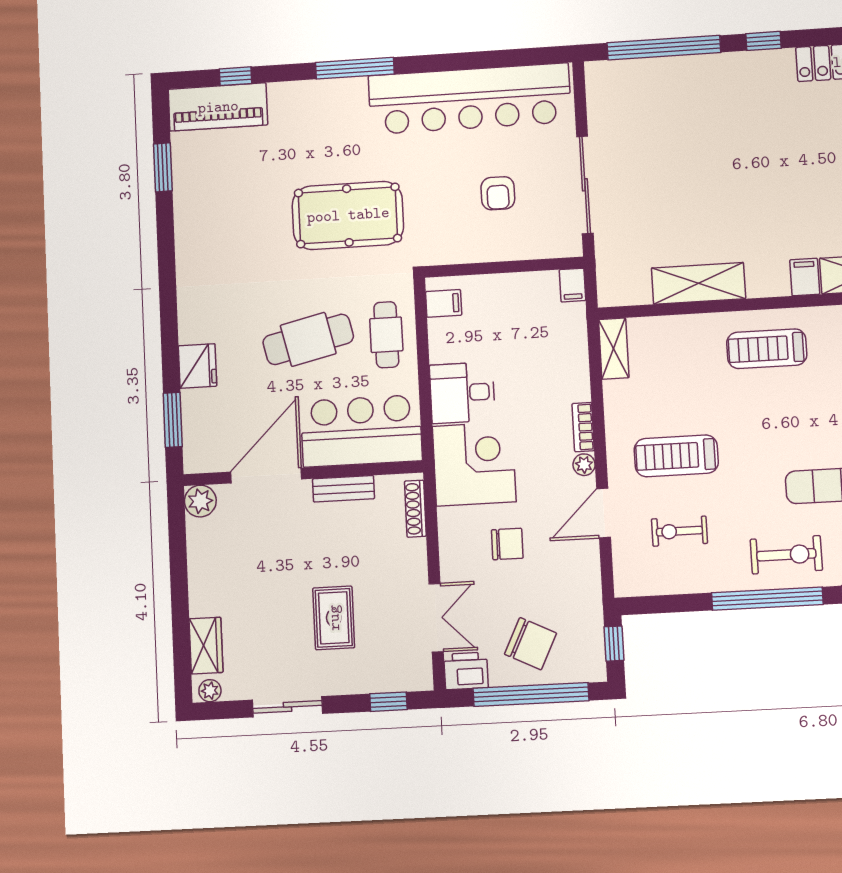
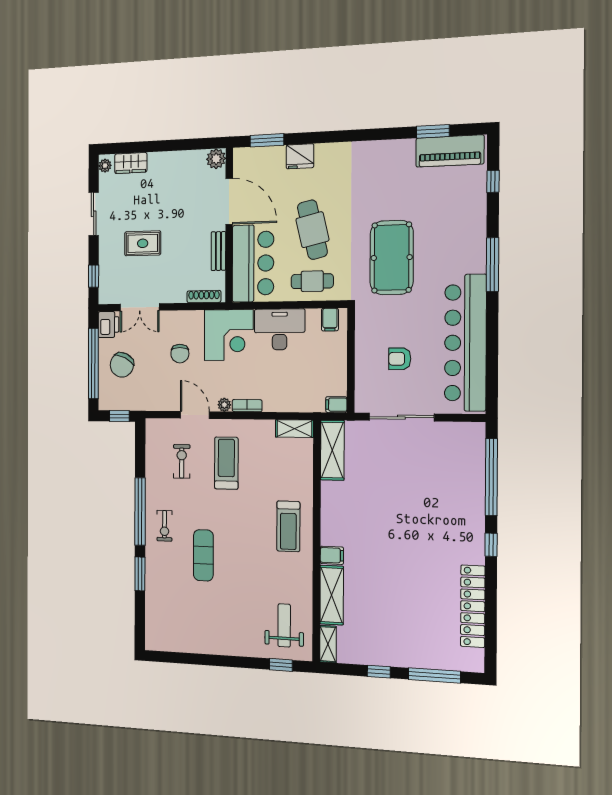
piano: (218, 107) -> (450, 151), moved, turned -90
shelving: (698, 283) -> (332, 450), moved
treadmill: (767, 349) -> (288, 526), turned 180
desk: (462, 393) -> (280, 329), width x1.37
exercise bike: (786, 555) -> (164, 526), width x0.73, depth x0.72

